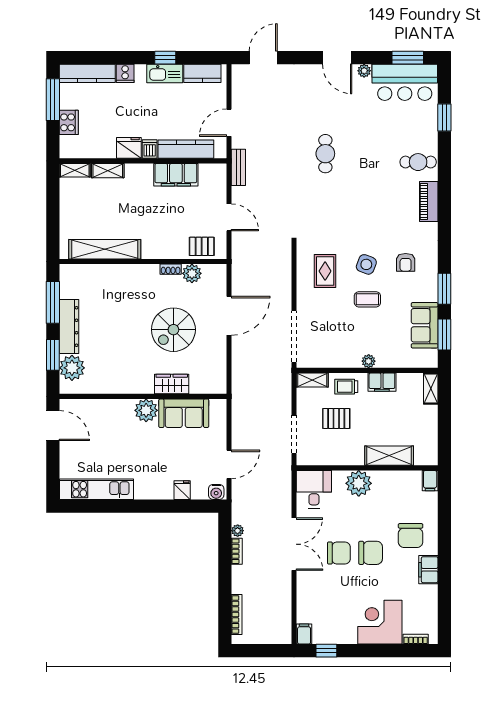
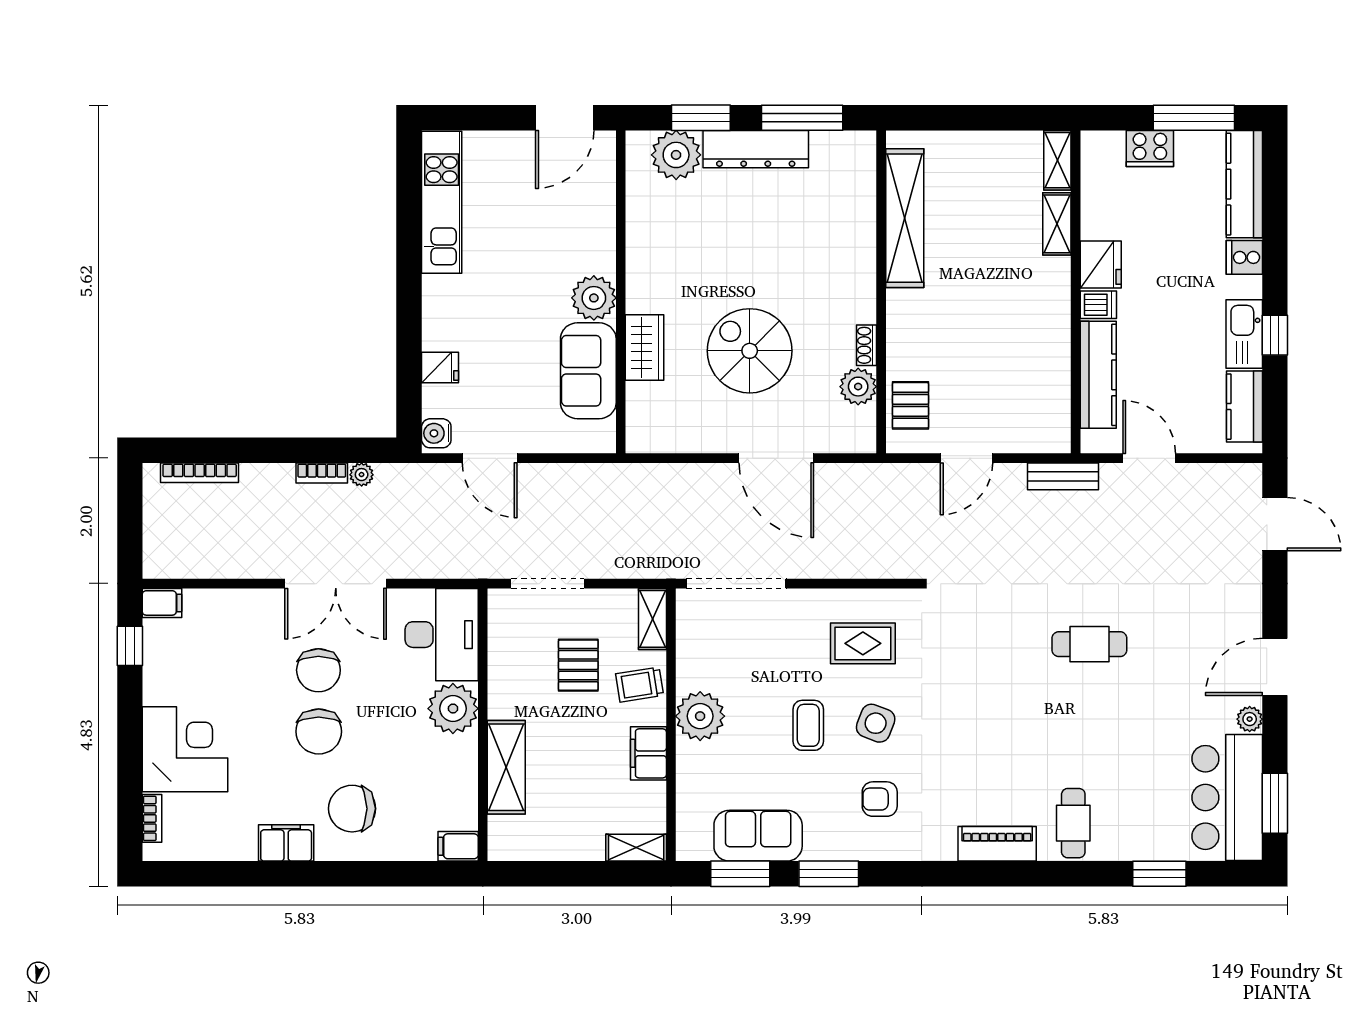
filing cabinet: (176, 175) -> (1049, 355), removed
plant: (369, 361) -> (700, 716), width x1.88, depth x1.88
trolley: (346, 387) -> (640, 685), turned -99
desk: (314, 489) -> (442, 635), width x1.37

